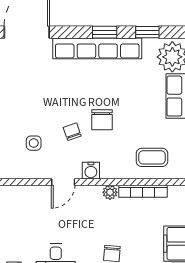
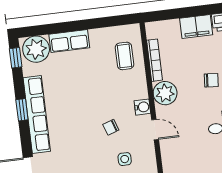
window: (147, 32) -> (16, 58), moved
chair: (102, 120) -> (97, 103), removed
plant: (110, 192) -> (165, 93), width x1.88, depth x1.88

